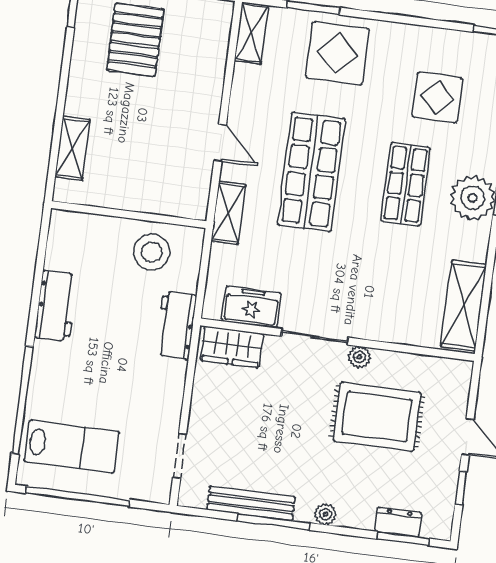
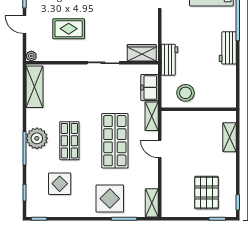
workbench: (56, 306) -> (228, 48), moved
freezer: (251, 307) -> (150, 87), moved, turned 90
plant: (359, 357) -> (31, 56), moved
rug: (377, 417) -> (69, 29), width x0.73, depth x0.70

